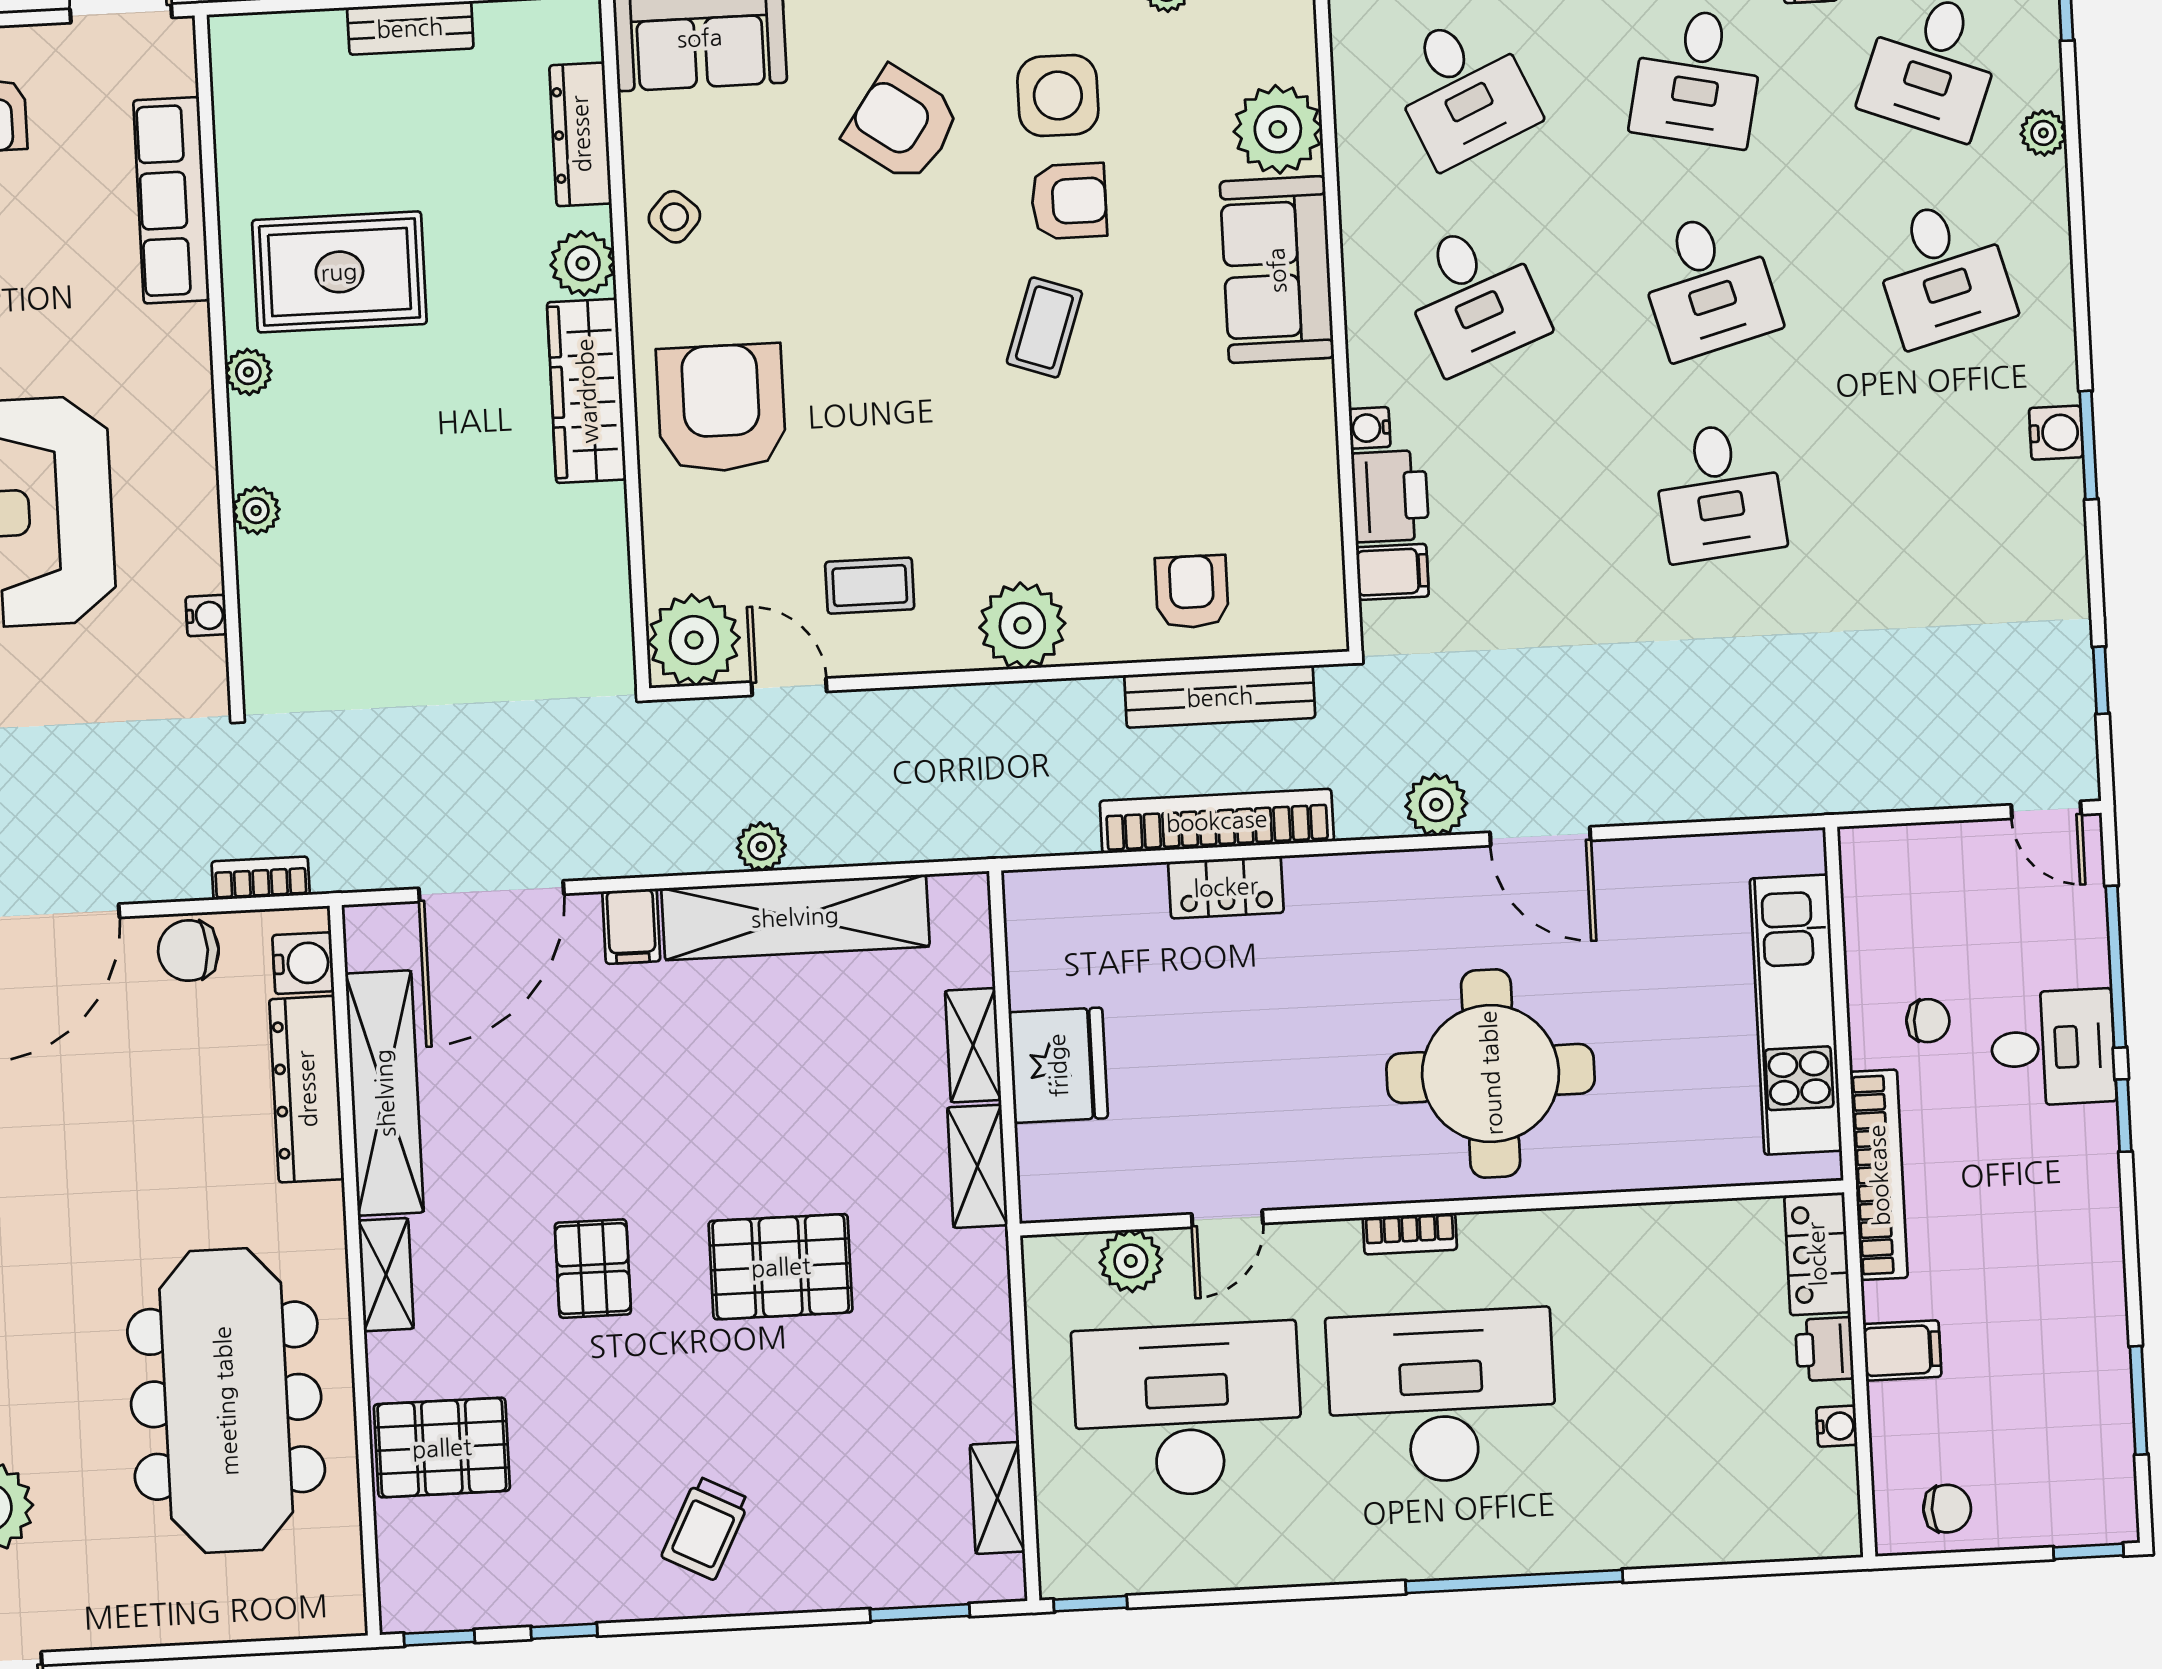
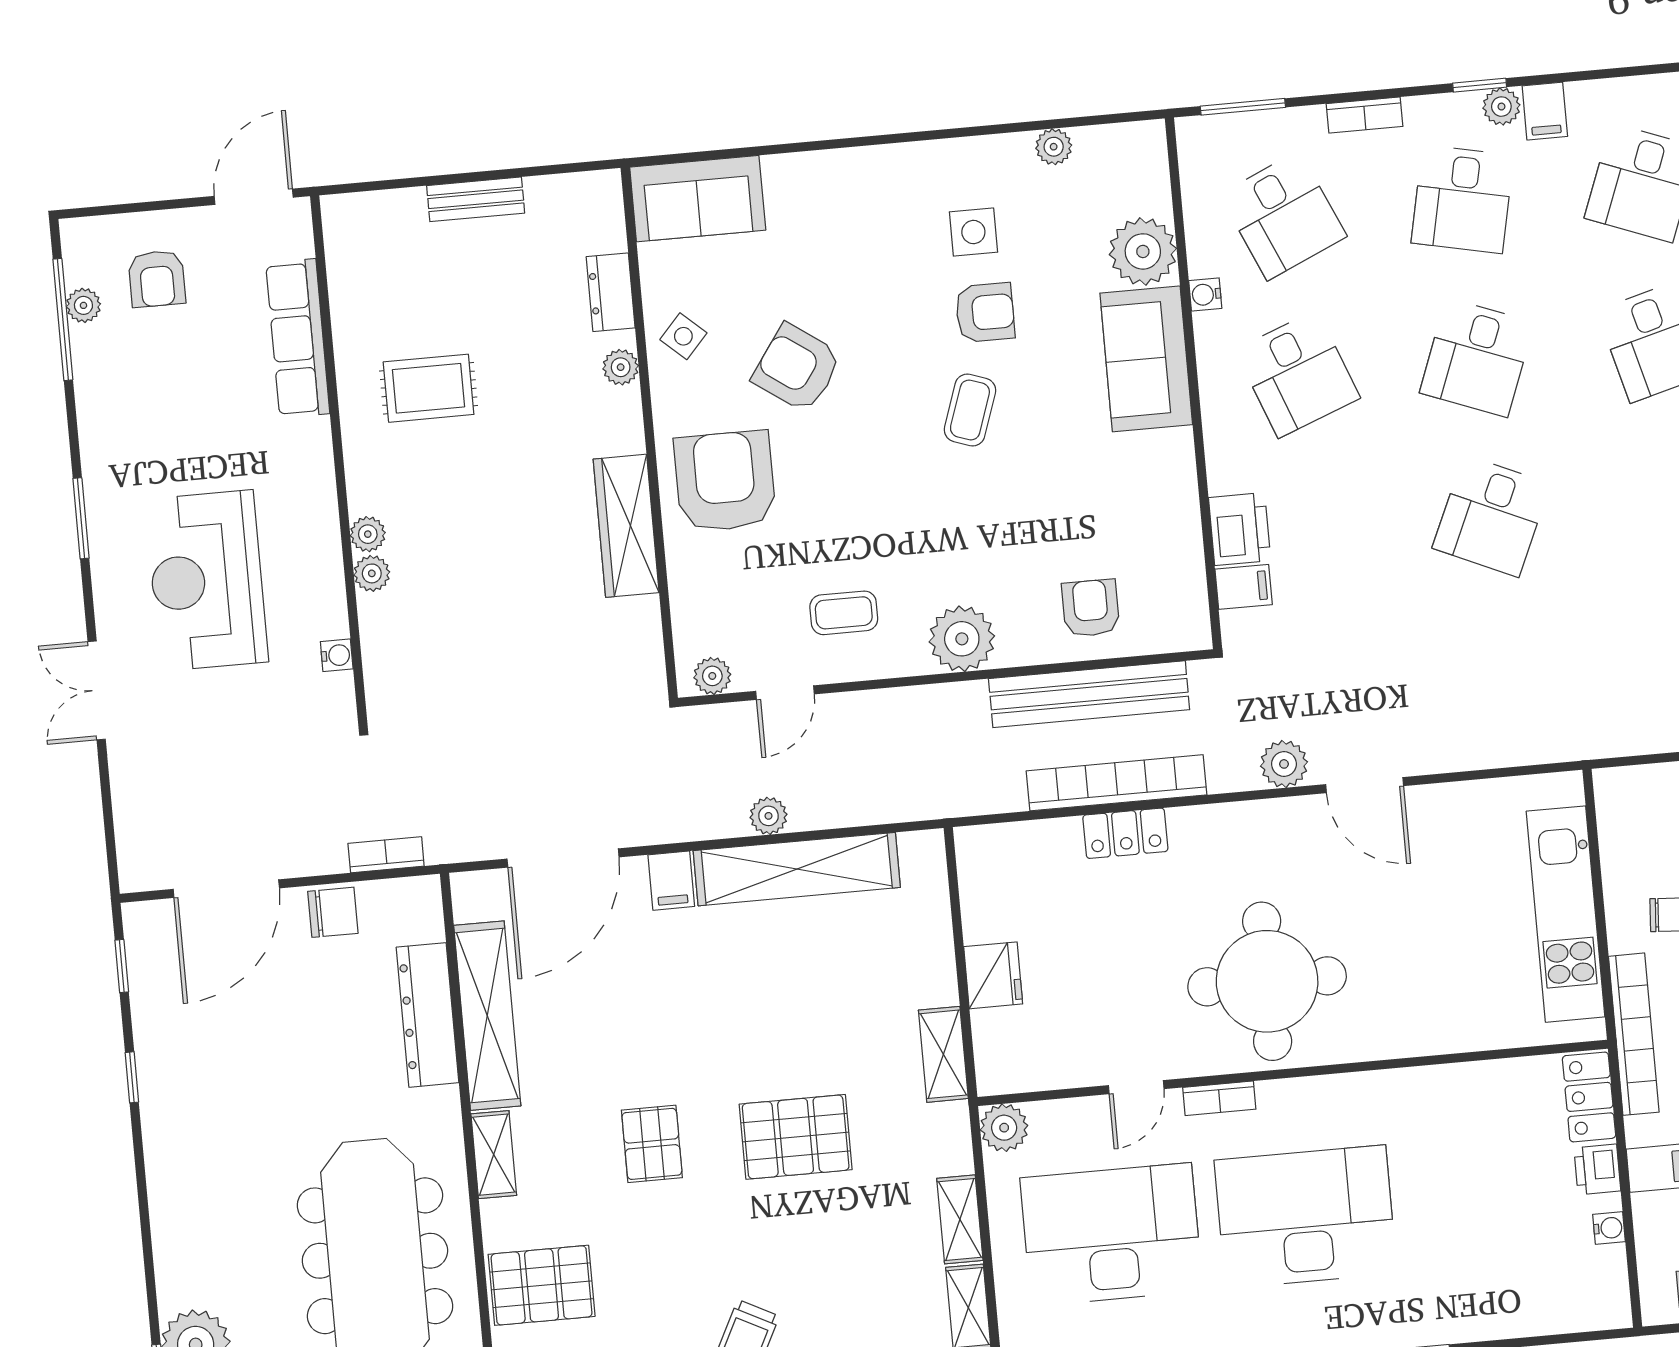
side table: (1058, 95) -> (973, 232), width x0.73, depth x0.73
armchair: (902, 124) -> (797, 368), moved
dresser: (581, 134) -> (611, 292), width x0.70
plant: (583, 263) -> (621, 367), width x0.73, depth x0.73
rug: (339, 272) -> (429, 388), width x0.73, depth x0.70
desk: (1708, 284) -> (1477, 358), turned 36
plant: (248, 372) -> (368, 534), moved
wardrobe: (587, 391) -> (626, 526), moved
water cooler: (1370, 428) -> (1205, 294), moved
desk: (1719, 492) -> (1491, 516), turned 30
plant: (694, 640) -> (712, 676), width x0.53, depth x0.53
door: (789, 687) -> (785, 693), swing flipped
bench: (1220, 697) -> (1089, 694), width x1.37, depth x1.21
chair: (188, 951) -> (333, 912), turned 180
water cooler: (303, 963) -> (421, 919), removed
shelving: (973, 1045) -> (960, 1219), moved
fridge: (1058, 1065) -> (993, 975), width x0.73, depth x0.75
round table: (1491, 1073) -> (1267, 981), moved
bookcase: (1410, 1234) -> (1219, 1098), moved
plant: (1131, 1261) -> (1004, 1128), moved

